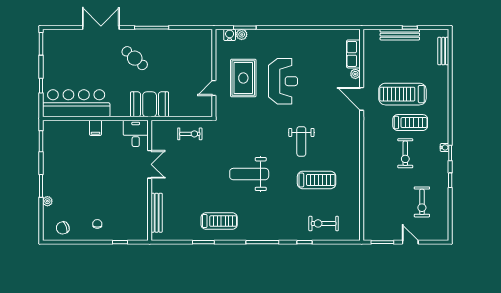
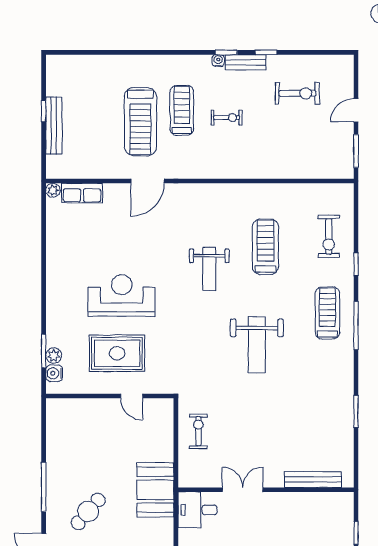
bench: (443, 51) -> (246, 62), moved
plant: (355, 74) -> (53, 190), moved
weight bench: (301, 141) -> (209, 269), turned 90
exercise bike: (405, 153) -> (227, 118), width x0.73, depth x0.72
treadmill: (219, 221) -> (327, 313), moved

